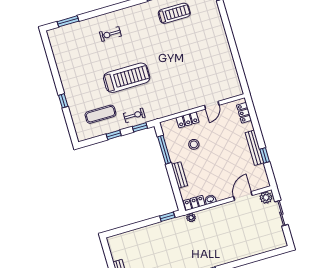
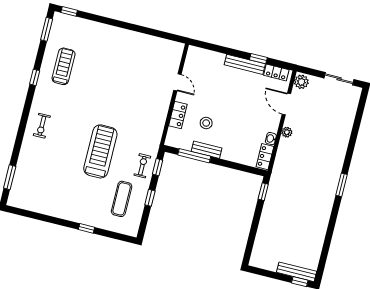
exercise bike: (110, 34) -> (42, 126), moved
locker: (244, 113) -> (276, 73), moved
bench: (180, 175) -> (207, 150), moved
sliding door: (281, 213) -> (339, 79), moved
plant: (191, 218) -> (287, 132), moved

